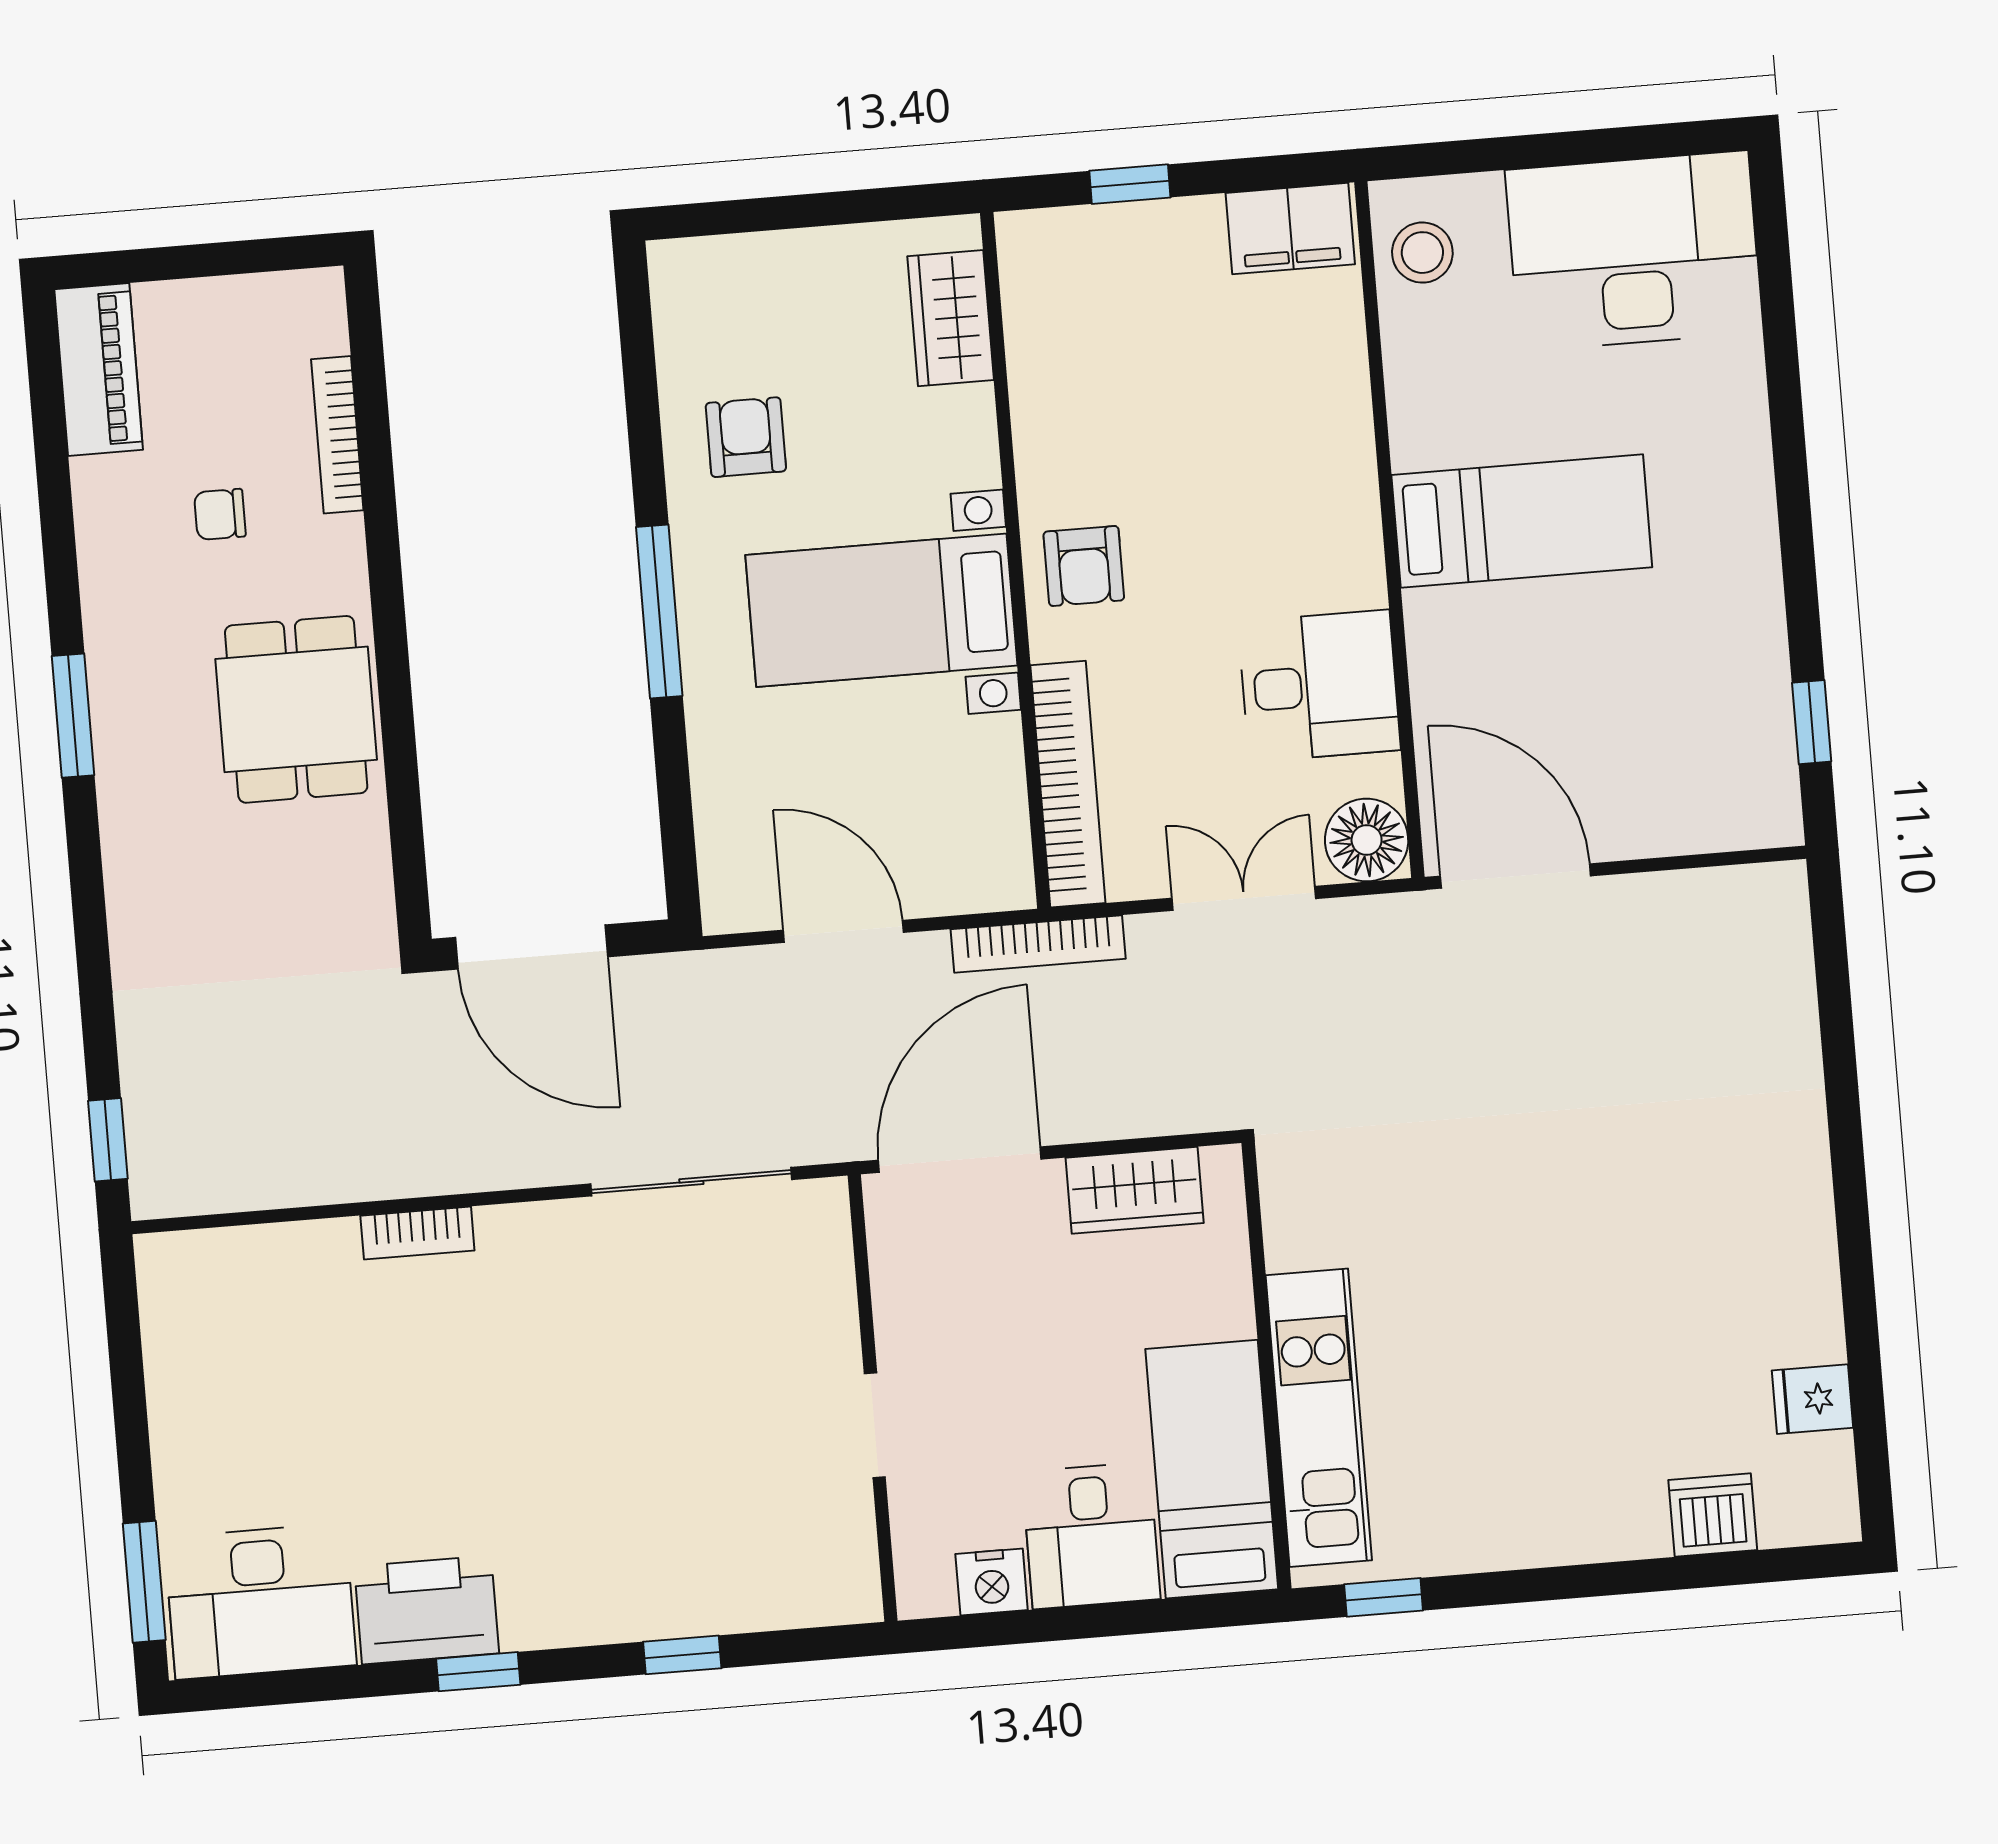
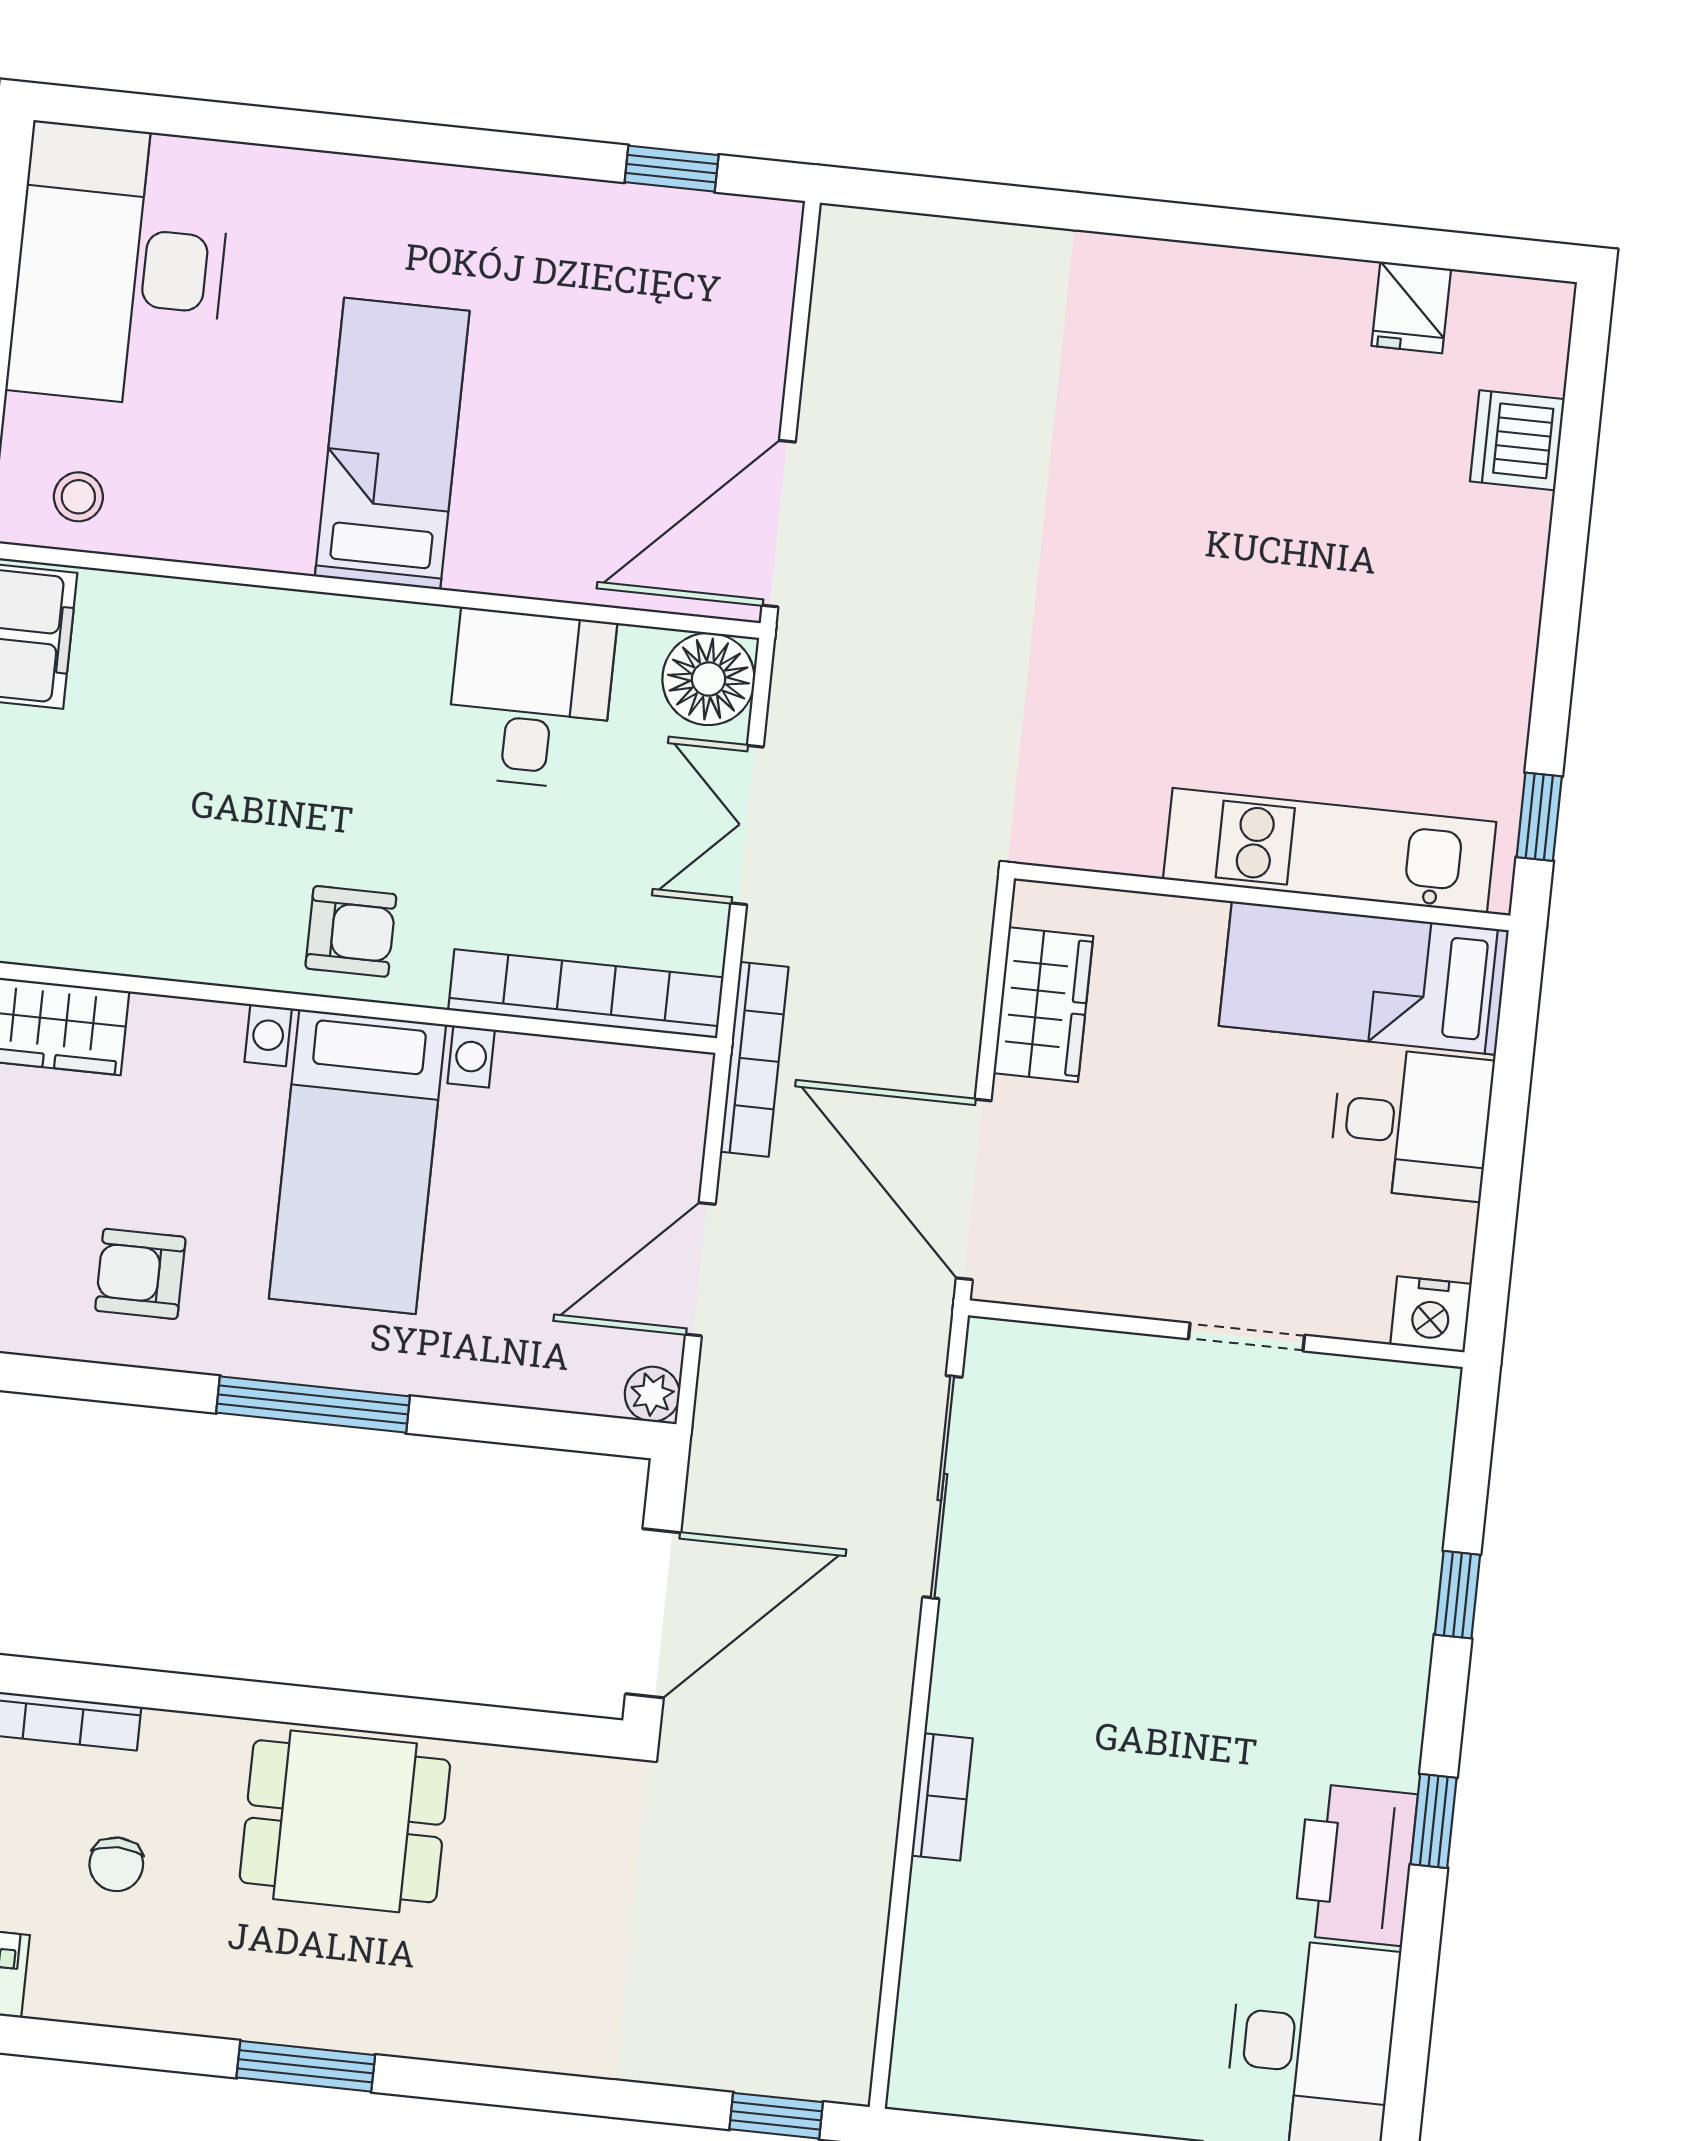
stool: (1422, 253) -> (78, 497), width x0.73, depth x0.73
plant: (725, 910) -> (652, 1394), added
nightstand: (992, 1582) -> (1431, 1314), moved, turned 90

